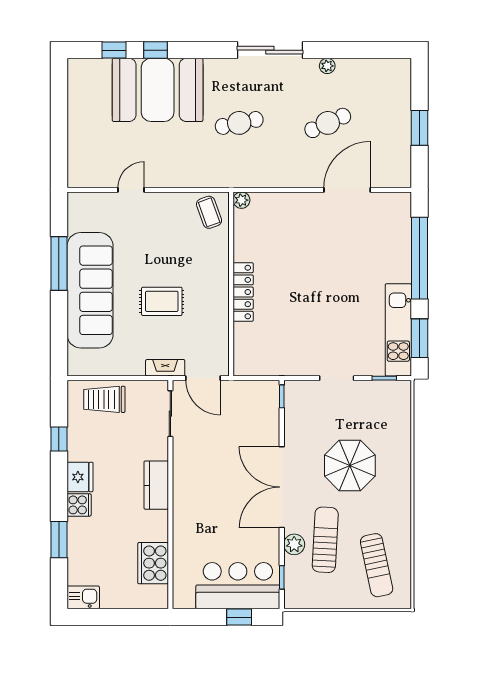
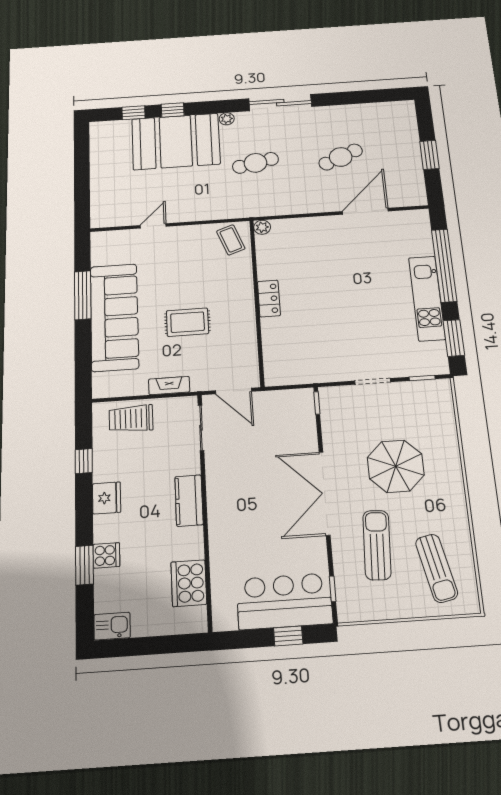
plant: (327, 66) -> (227, 119), moved
locker: (243, 292) -> (269, 299), width x0.66
kitchen unit: (398, 330) -> (427, 298), moved
fireplace: (165, 368) -> (169, 386), moved
cooker: (79, 505) -> (106, 555), moved
plant: (294, 544) -> (343, 552), removed

